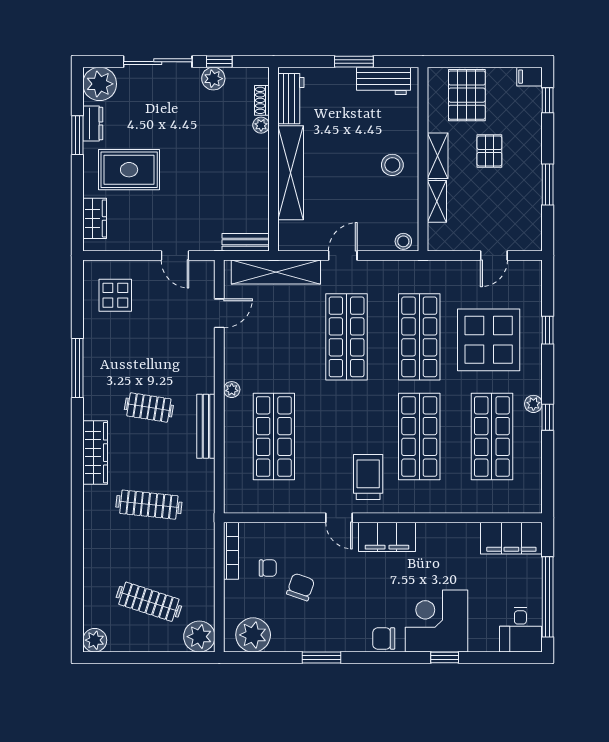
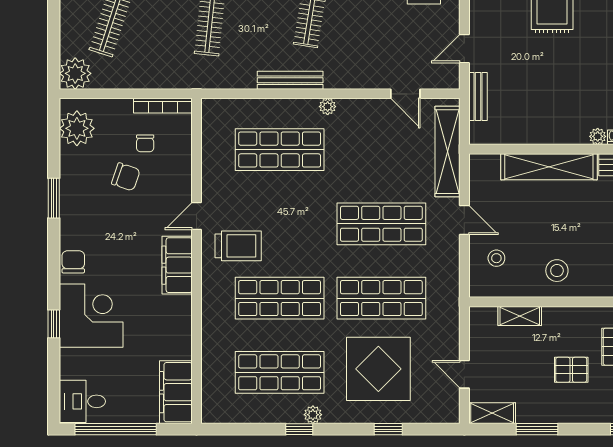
shelving: (438, 156) -> (492, 413), moved
stool: (403, 241) -> (496, 258), moved
bench: (246, 242) -> (478, 97), moved

